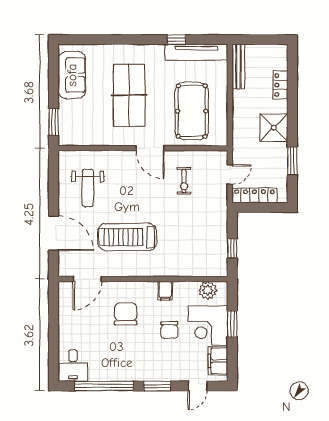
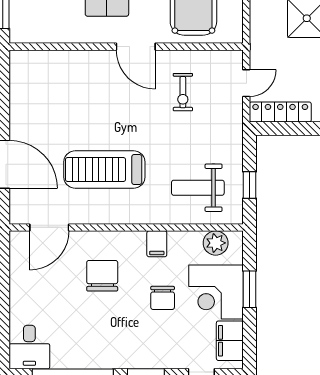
weight bench: (88, 188) -> (198, 188), moved, turned 90

